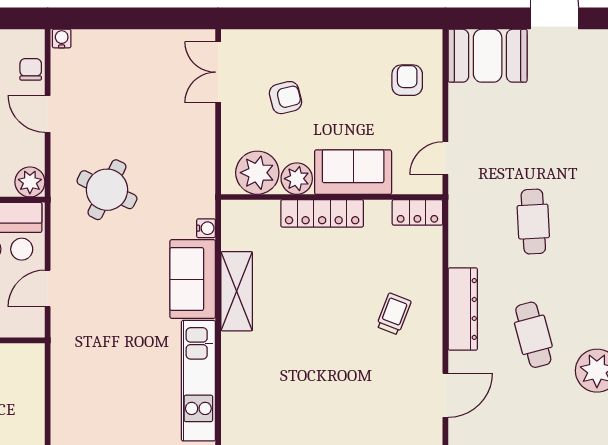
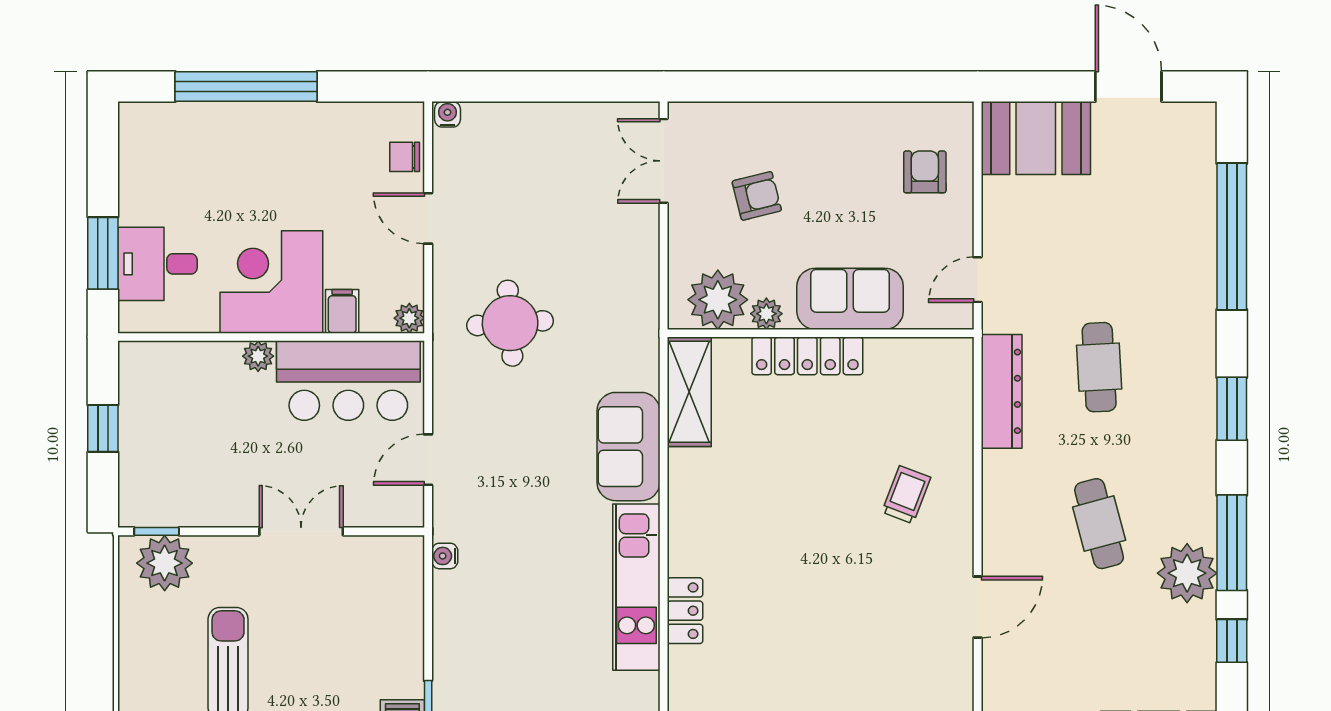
chair: (31, 69) -> (405, 157), turned -90
plant: (297, 179) -> (766, 314), width x0.73, depth x0.73
plant: (30, 182) -> (409, 318), width x0.73, depth x0.73
round table: (107, 190) -> (510, 323), turned -30
locker: (417, 212) -> (685, 611), moved, turned -90
water cooler: (206, 228) -> (445, 556), moved, turned 180
shelving: (237, 291) -> (689, 392), moved
dresser: (463, 309) -> (1002, 391), moved

